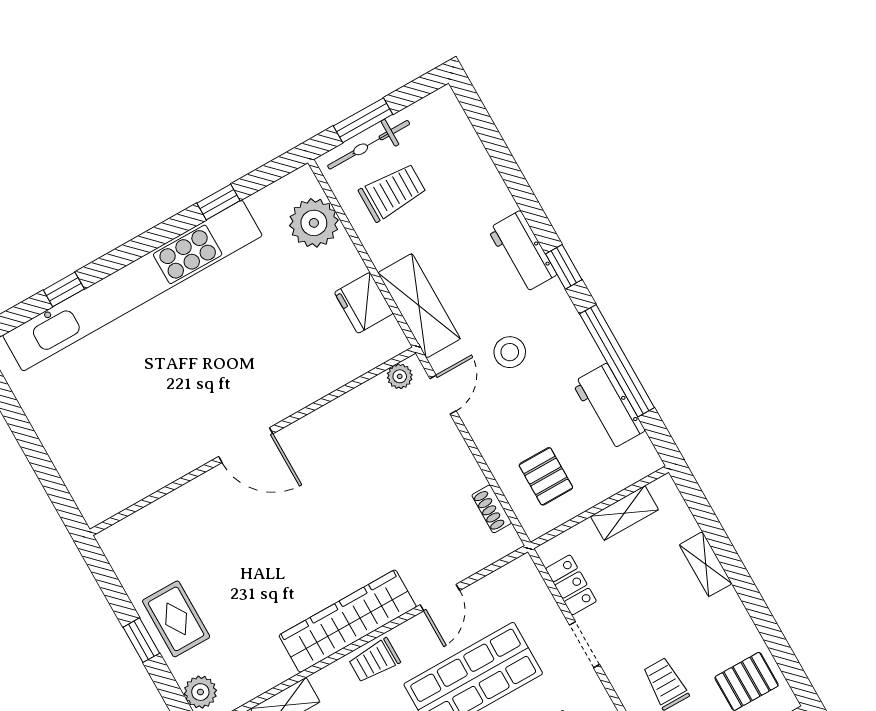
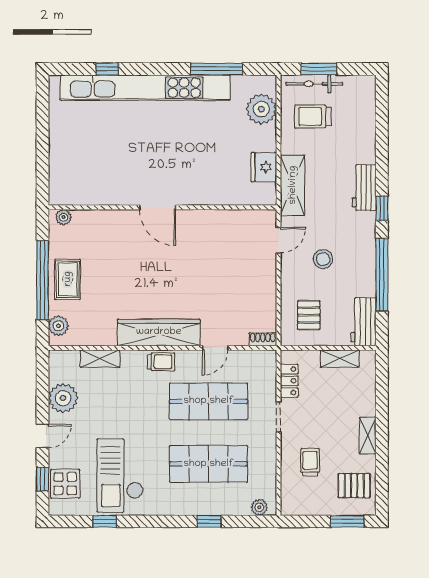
trolley: (393, 192) -> (313, 116), turned 180
window: (218, 202) -> (217, 69), width x2.17
stool: (510, 352) -> (323, 259), moved
plant: (400, 376) -> (63, 217), moved
workbench: (609, 407) -> (363, 322), moved
shoe rack: (492, 509) -> (263, 339), moved, turned 90
shelving: (706, 564) -> (368, 436), moved
window: (141, 640) -> (43, 280), width x3.17
trolley: (374, 661) -> (161, 362), turned 180

